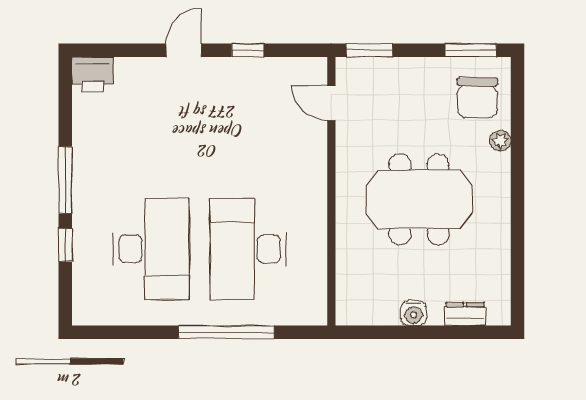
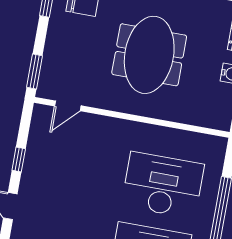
desk: (248, 249) -> (163, 185), turned 180

